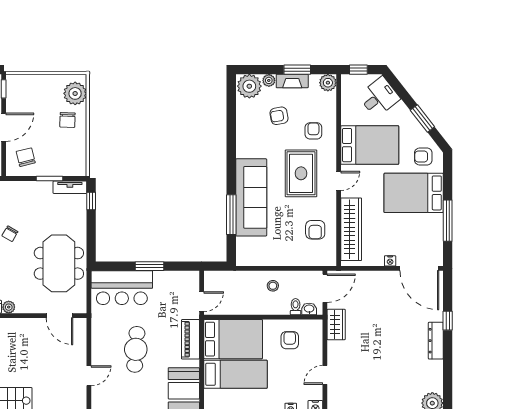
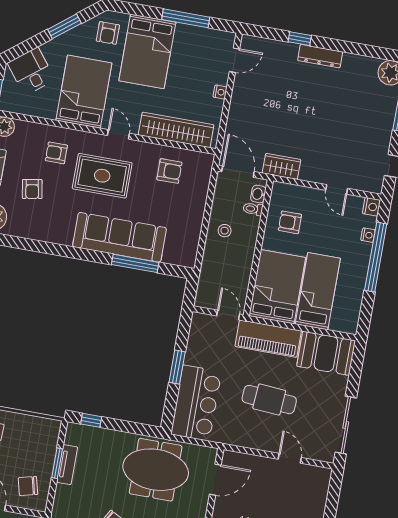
tv unit: (70, 187) -> (67, 465), moved
door: (419, 268) -> (234, 60), width x0.53
piano: (190, 339) -> (268, 339), width x1.37, depth x1.33

